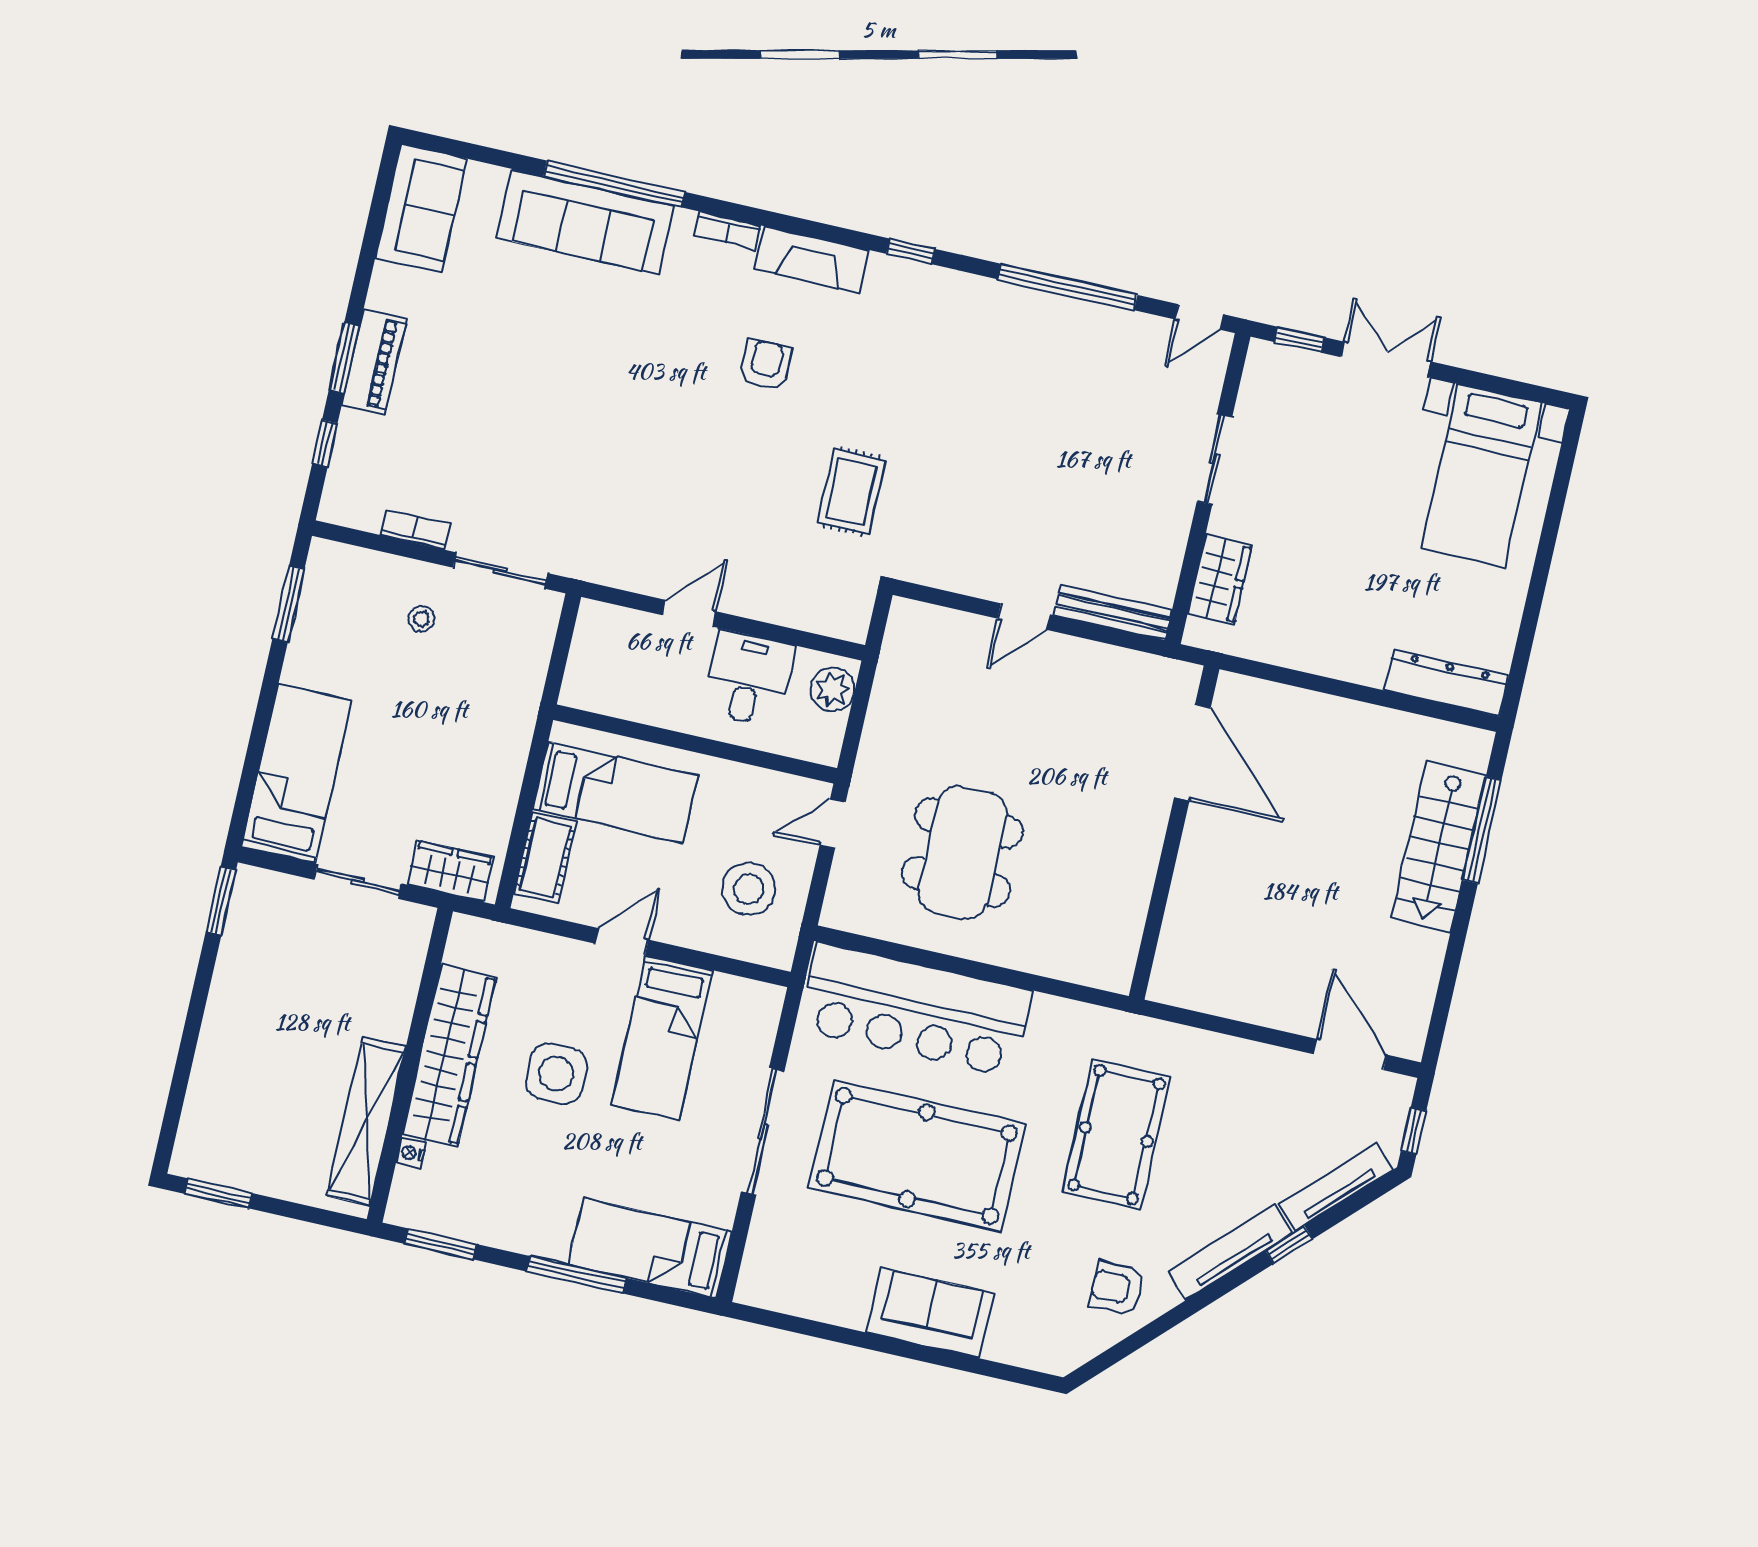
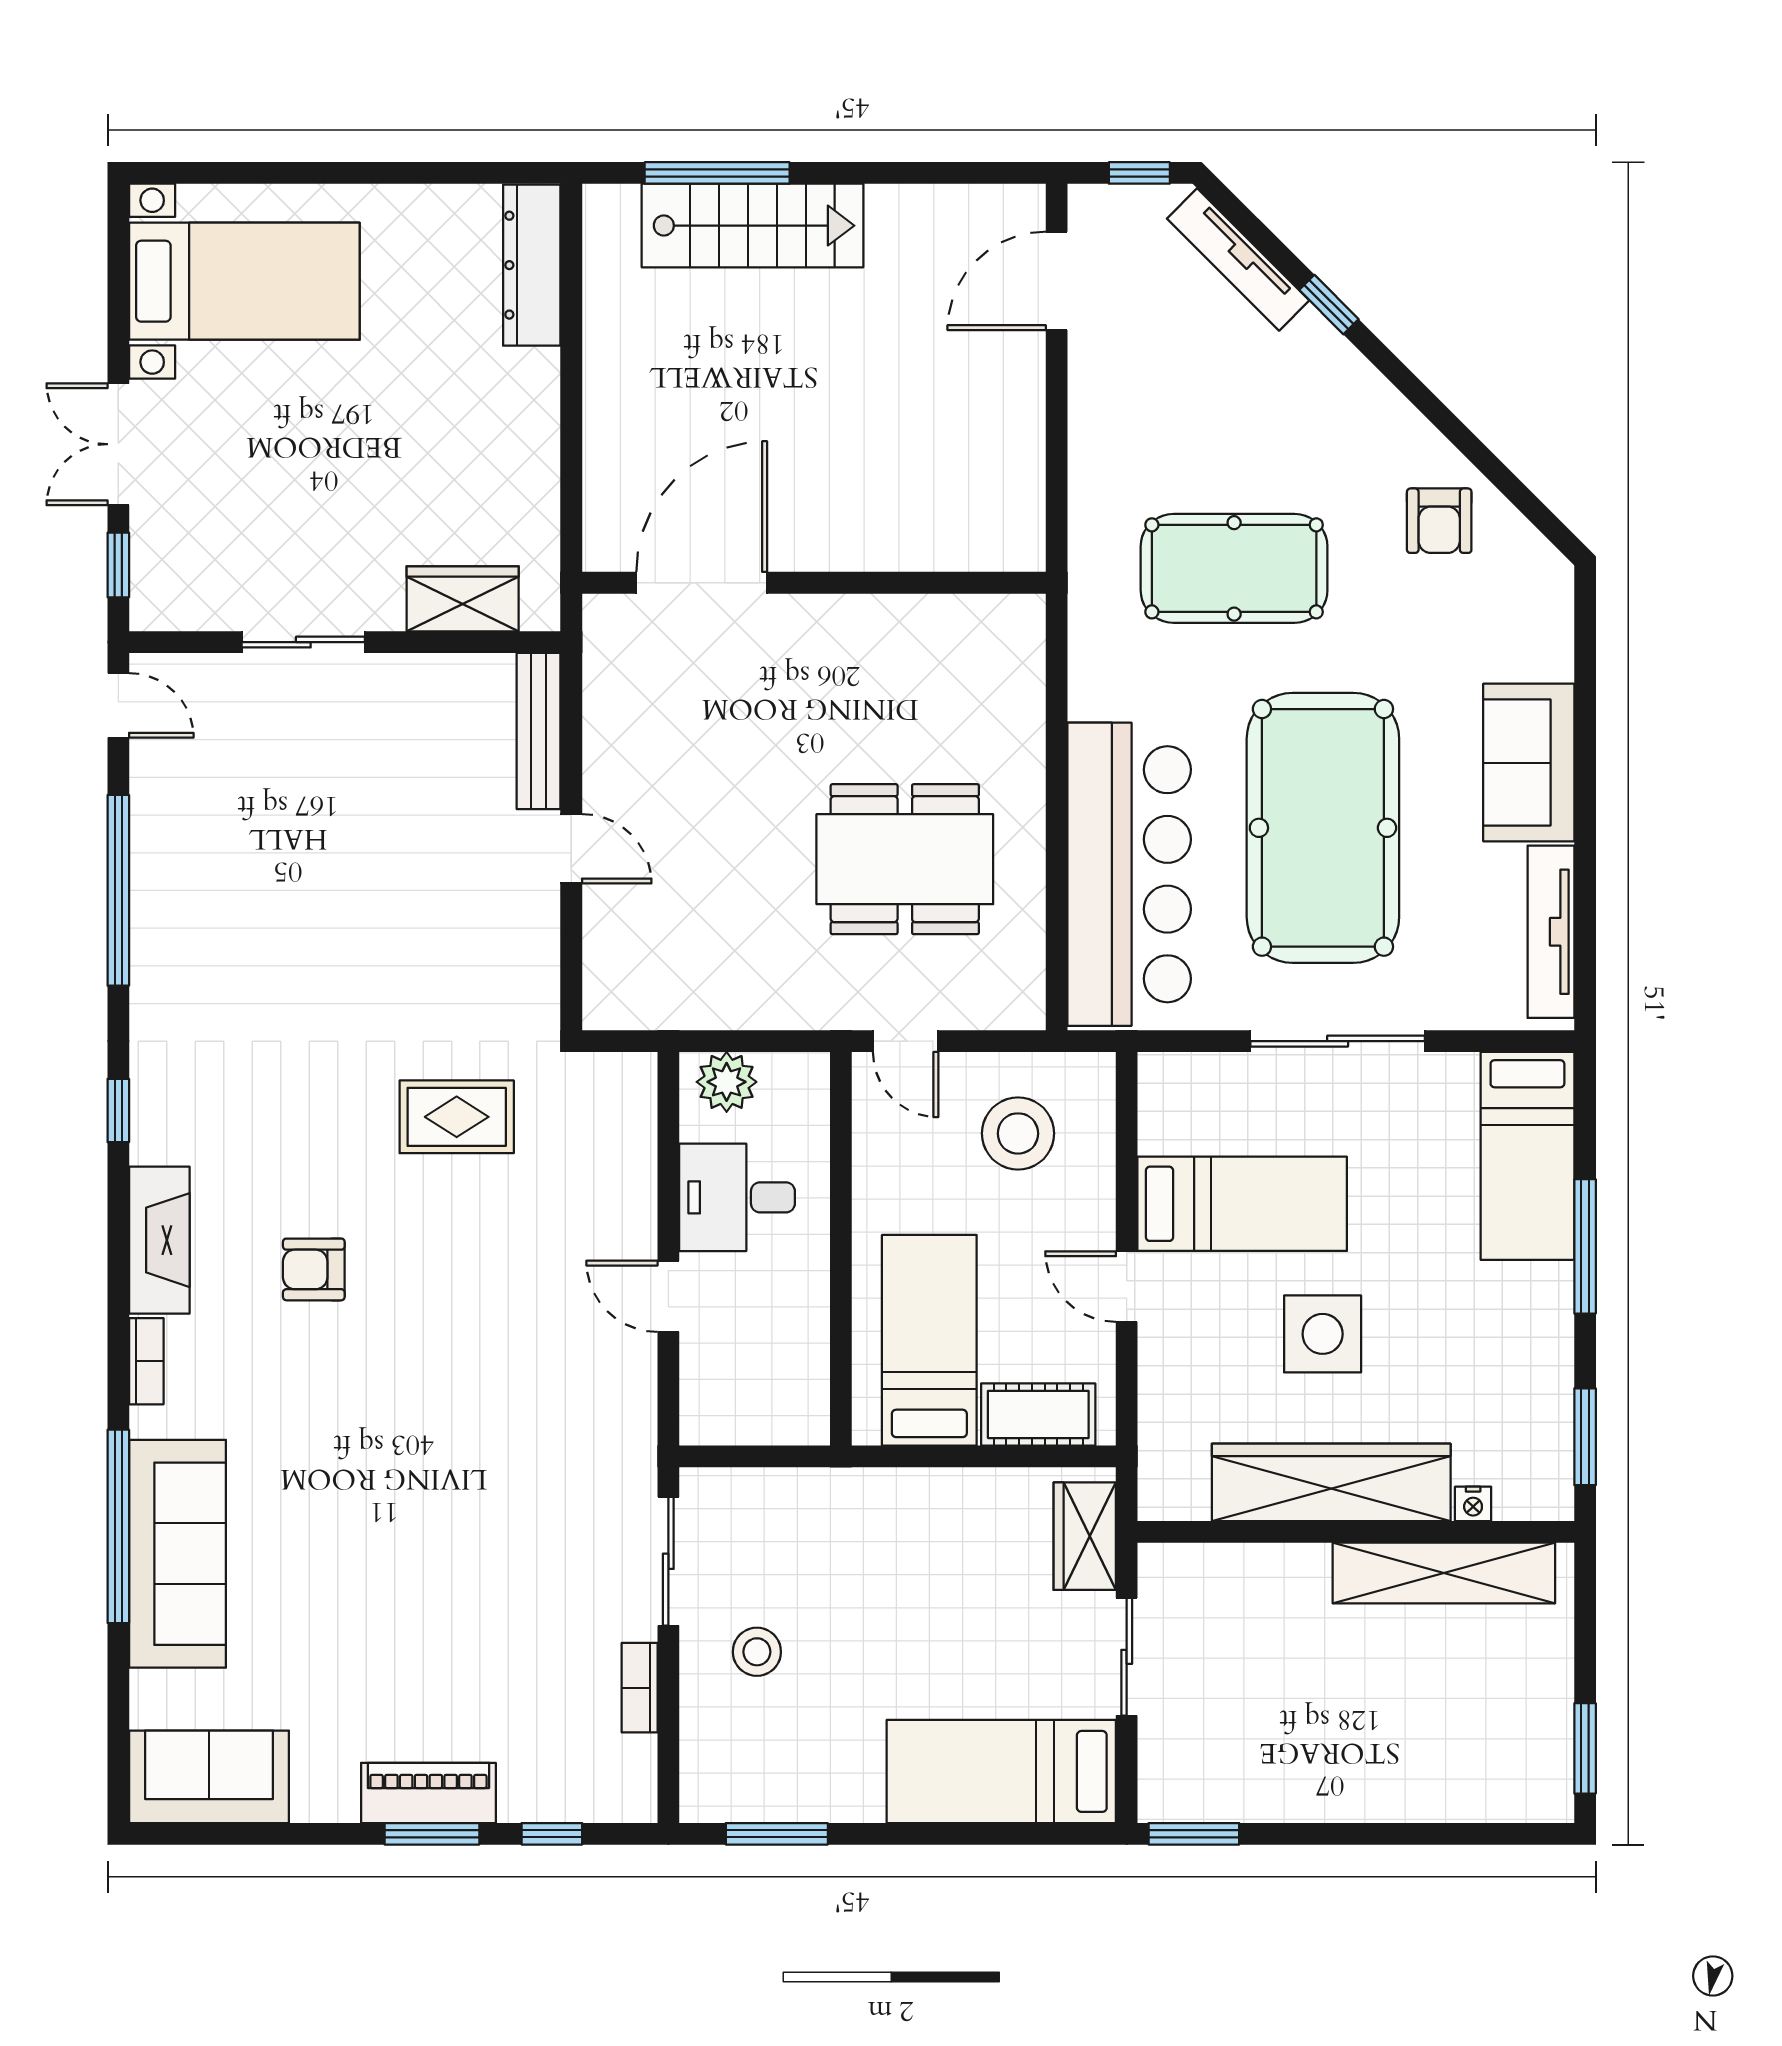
stool: (421, 619) -> (757, 1652), width x1.37, depth x1.37
tv unit: (1230, 1252) -> (1551, 932), moved, turned 45

